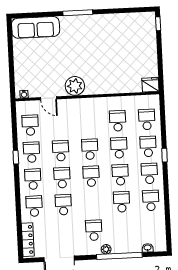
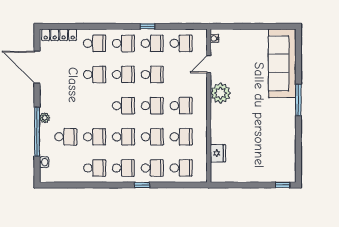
sofa: (36, 27) -> (282, 63), width x1.36, depth x1.27
fridge: (150, 85) -> (218, 153), moved
school desk: (88, 122) -> (181, 106), added
school desk: (94, 230) -> (66, 137), moved

